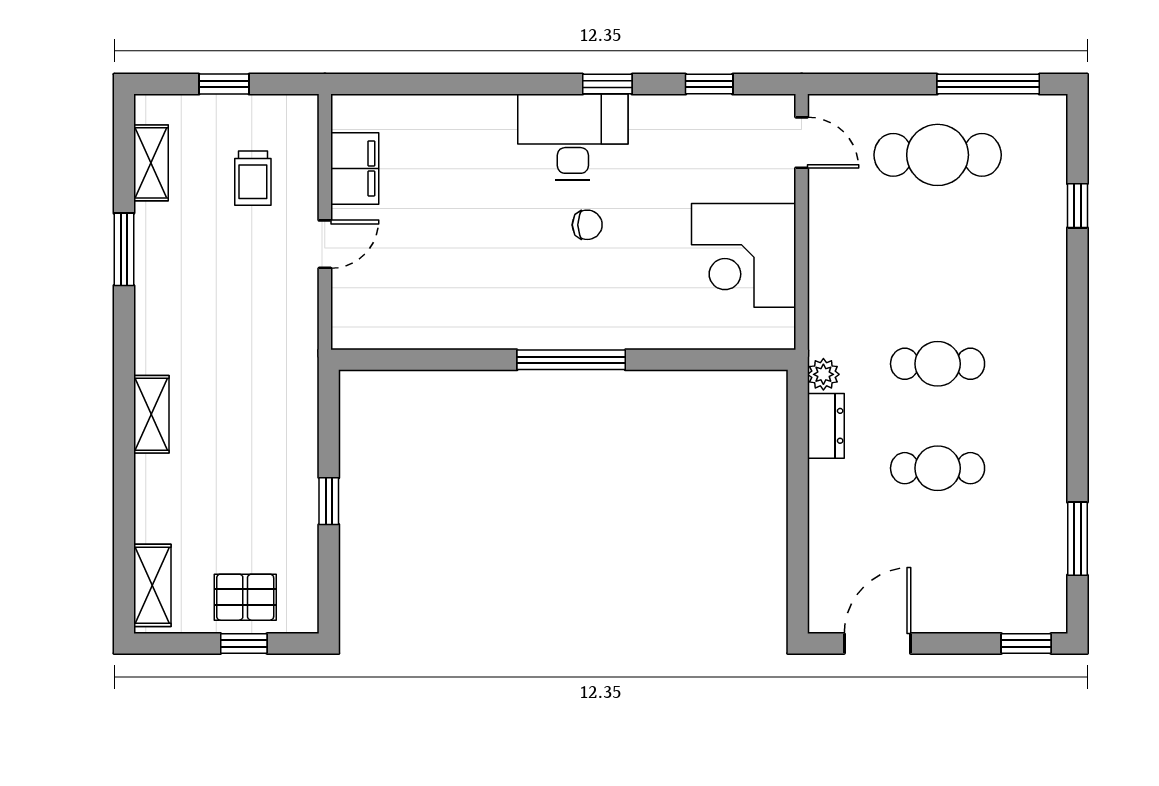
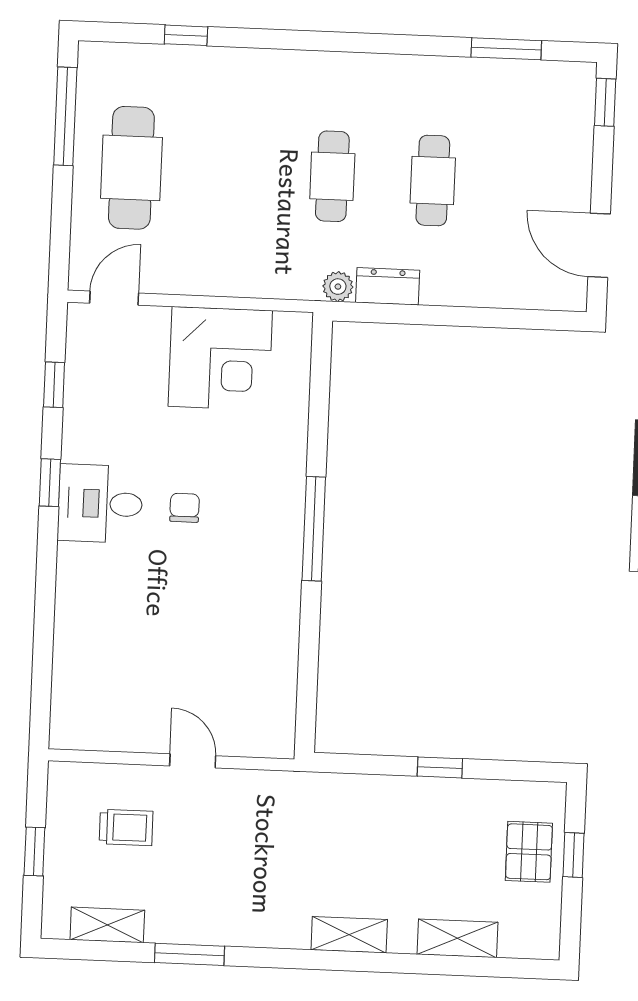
desk: (573, 137) -> (100, 504), width x0.73
filing cabinet: (355, 168) -> (121, 729), removed
shelving: (152, 585) -> (457, 938), moved

